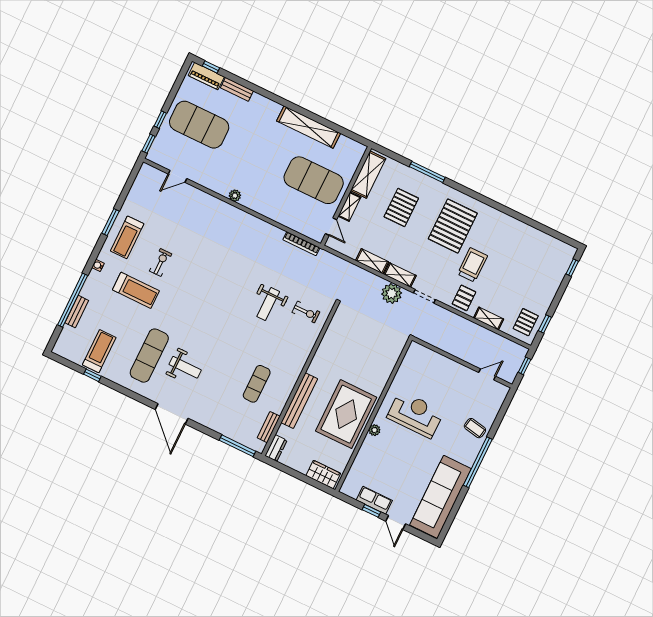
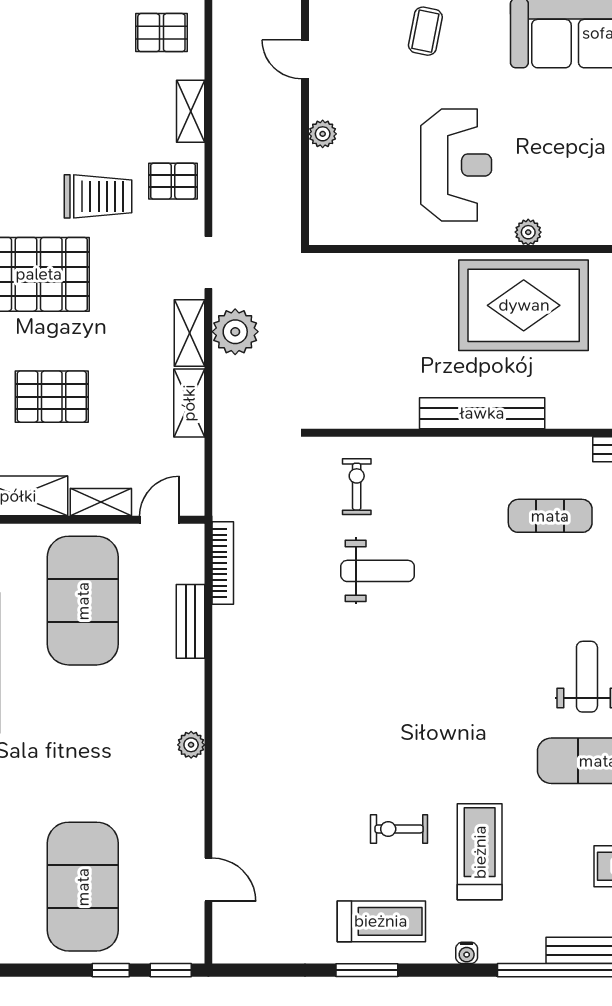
bench: (284, 219) -> (190, 621), added
trolley: (472, 265) -> (98, 196), turned 180
plant: (454, 367) -> (323, 134), added
bench: (299, 401) -> (482, 413), moved
reception desk: (415, 414) -> (456, 165), turned 180

